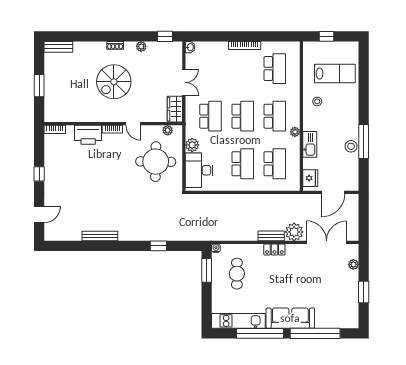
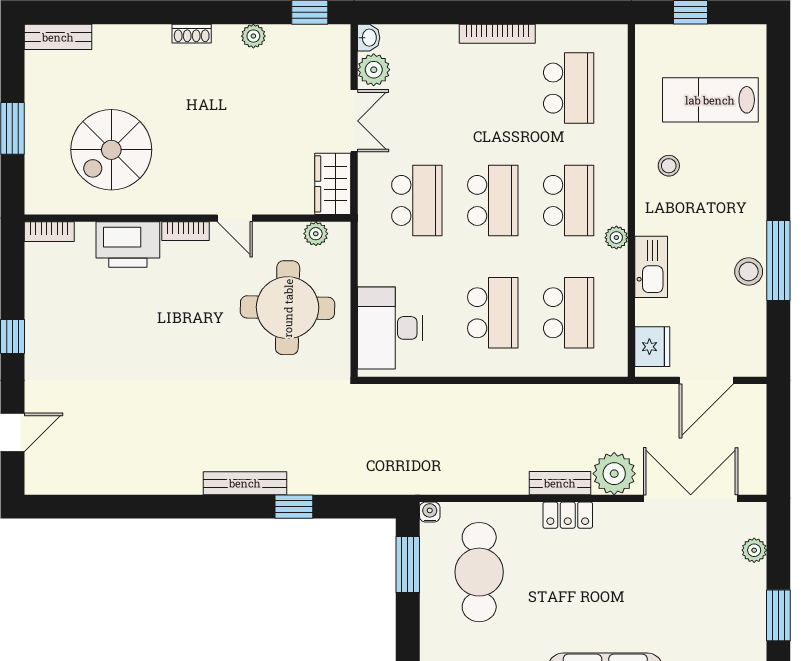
lab bench: (335, 74) -> (710, 100), turned 180
spiral stairs: (114, 82) -> (111, 150), moved
plant: (192, 145) -> (374, 70), moved
bench: (100, 236) -> (245, 483), moved
cafe table: (237, 274) -> (479, 572), width x1.37, depth x1.35

